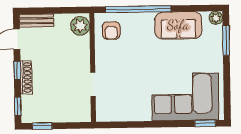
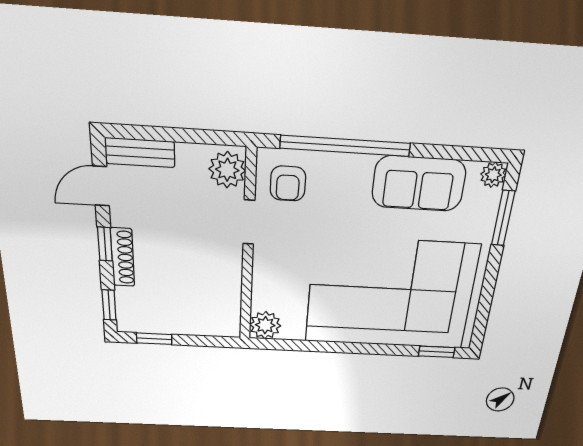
doorway: (93, 84) -> (249, 222), moved
corner sofa: (185, 97) -> (391, 294), width x1.36, depth x1.36
plant: (105, 113) -> (265, 325), added

